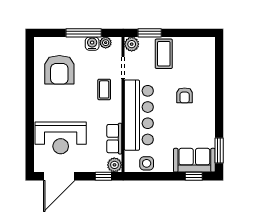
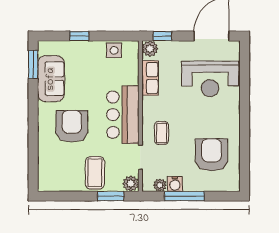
armchair: (185, 95) -> (72, 126), width x1.88, depth x1.88
bar counter: (139, 115) -> (123, 115), width x0.73
reception desk: (61, 138) -> (210, 79), turned 180
sofa: (194, 160) -> (51, 79), moved, turned -90
window: (194, 176) -> (79, 36), moved

